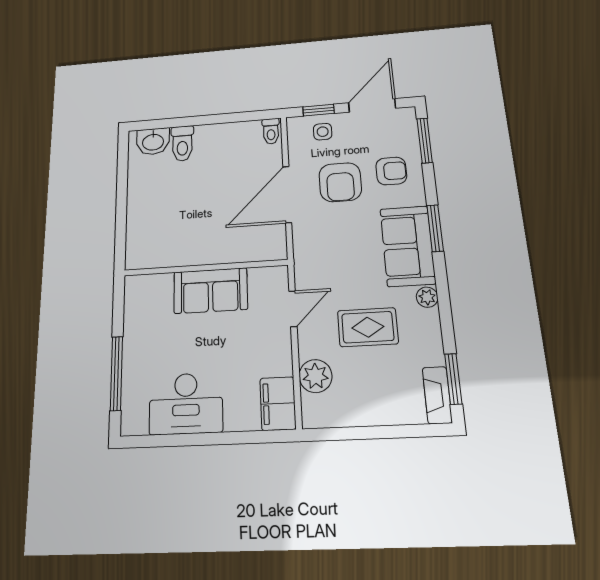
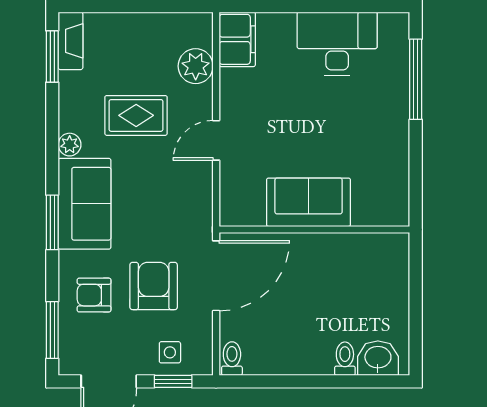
toilet: (182, 143) -> (345, 359), width x0.73, depth x0.72
wall: (205, 268) -> (314, 229), moved
sofa: (210, 291) -> (309, 202), moved

